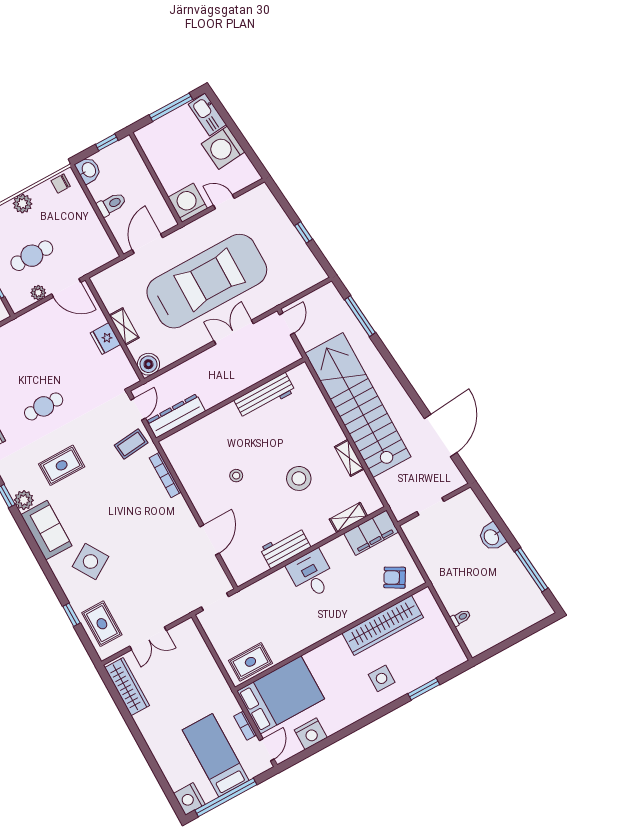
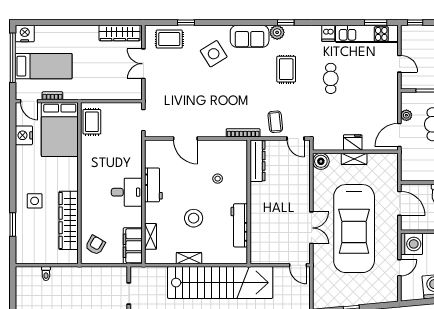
workbench: (265, 396) -> (239, 225), moved
wall: (231, 400) -> (249, 202), moved
dresser: (176, 416) -> (258, 161), moved

